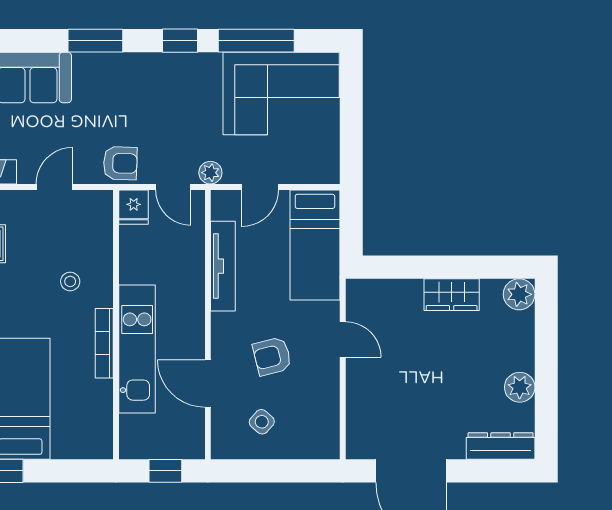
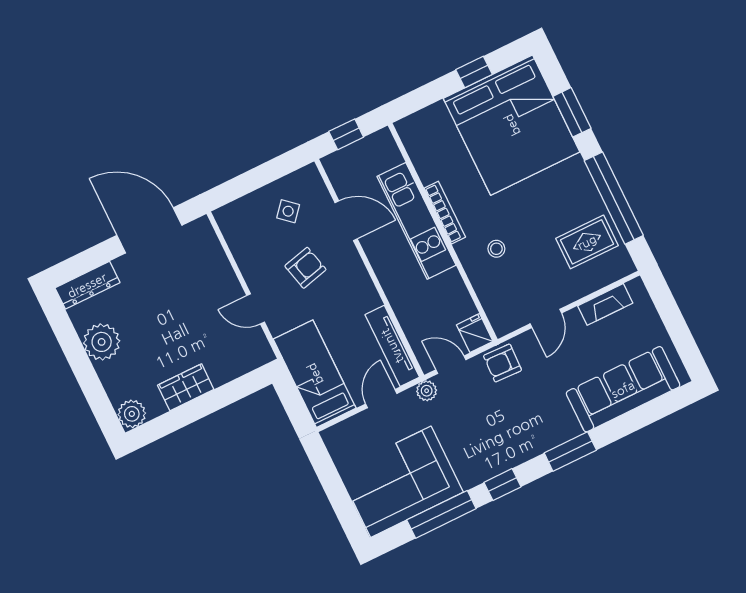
tv unit: (223, 266) -> (392, 346), moved
plant: (520, 387) -> (102, 342), width x1.36, depth x1.36

